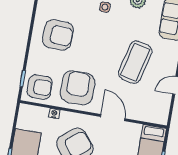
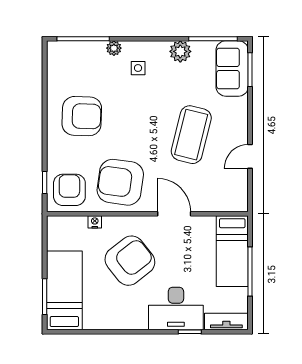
armchair: (40, 87) -> (69, 190), turned -90
armchair: (78, 88) -> (120, 182), turned -82

